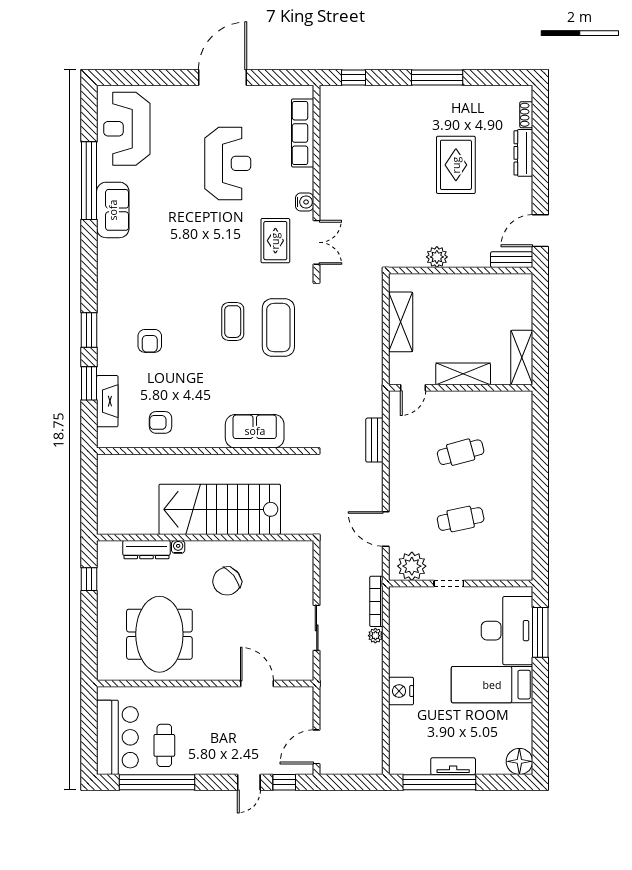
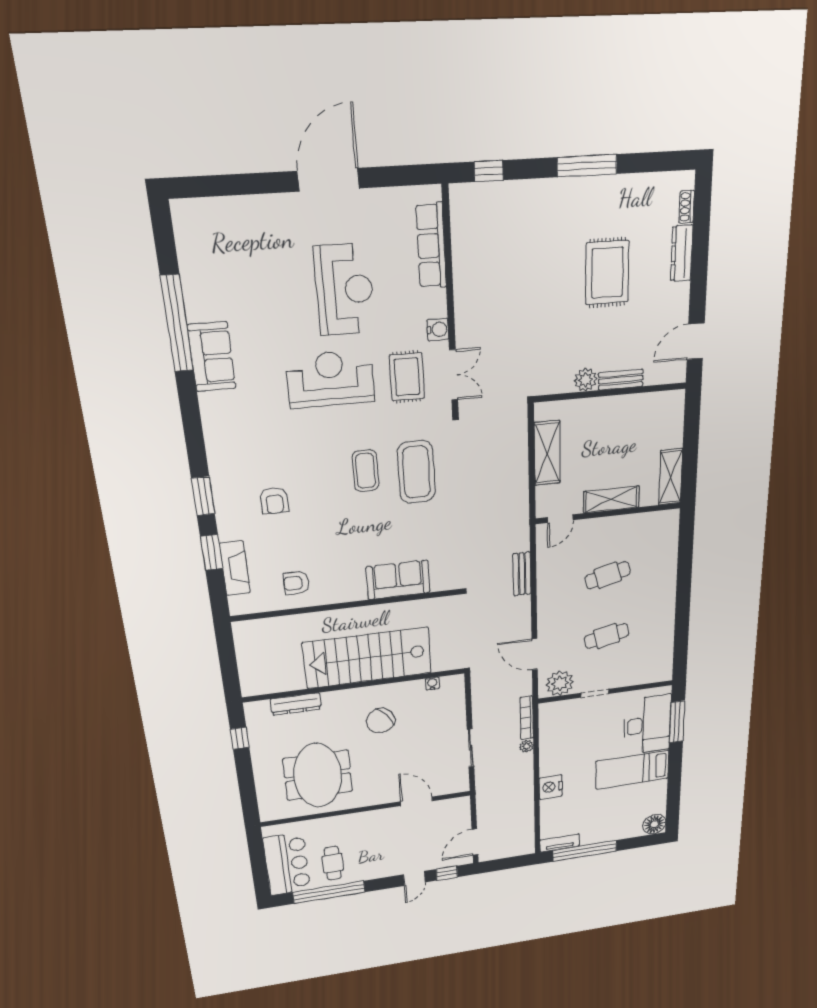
reception desk: (127, 129) -> (330, 379), moved, turned 90
bench: (512, 260) -> (621, 380), moved
water cooler: (178, 547) -> (432, 684), moved
tv unit: (453, 766) -> (560, 843), moved

